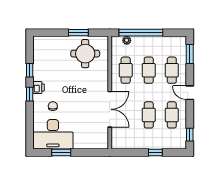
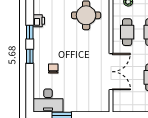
printer: (39, 87) -> (39, 21), moved
desk: (53, 134) -> (48, 101), width x0.73, depth x0.77

